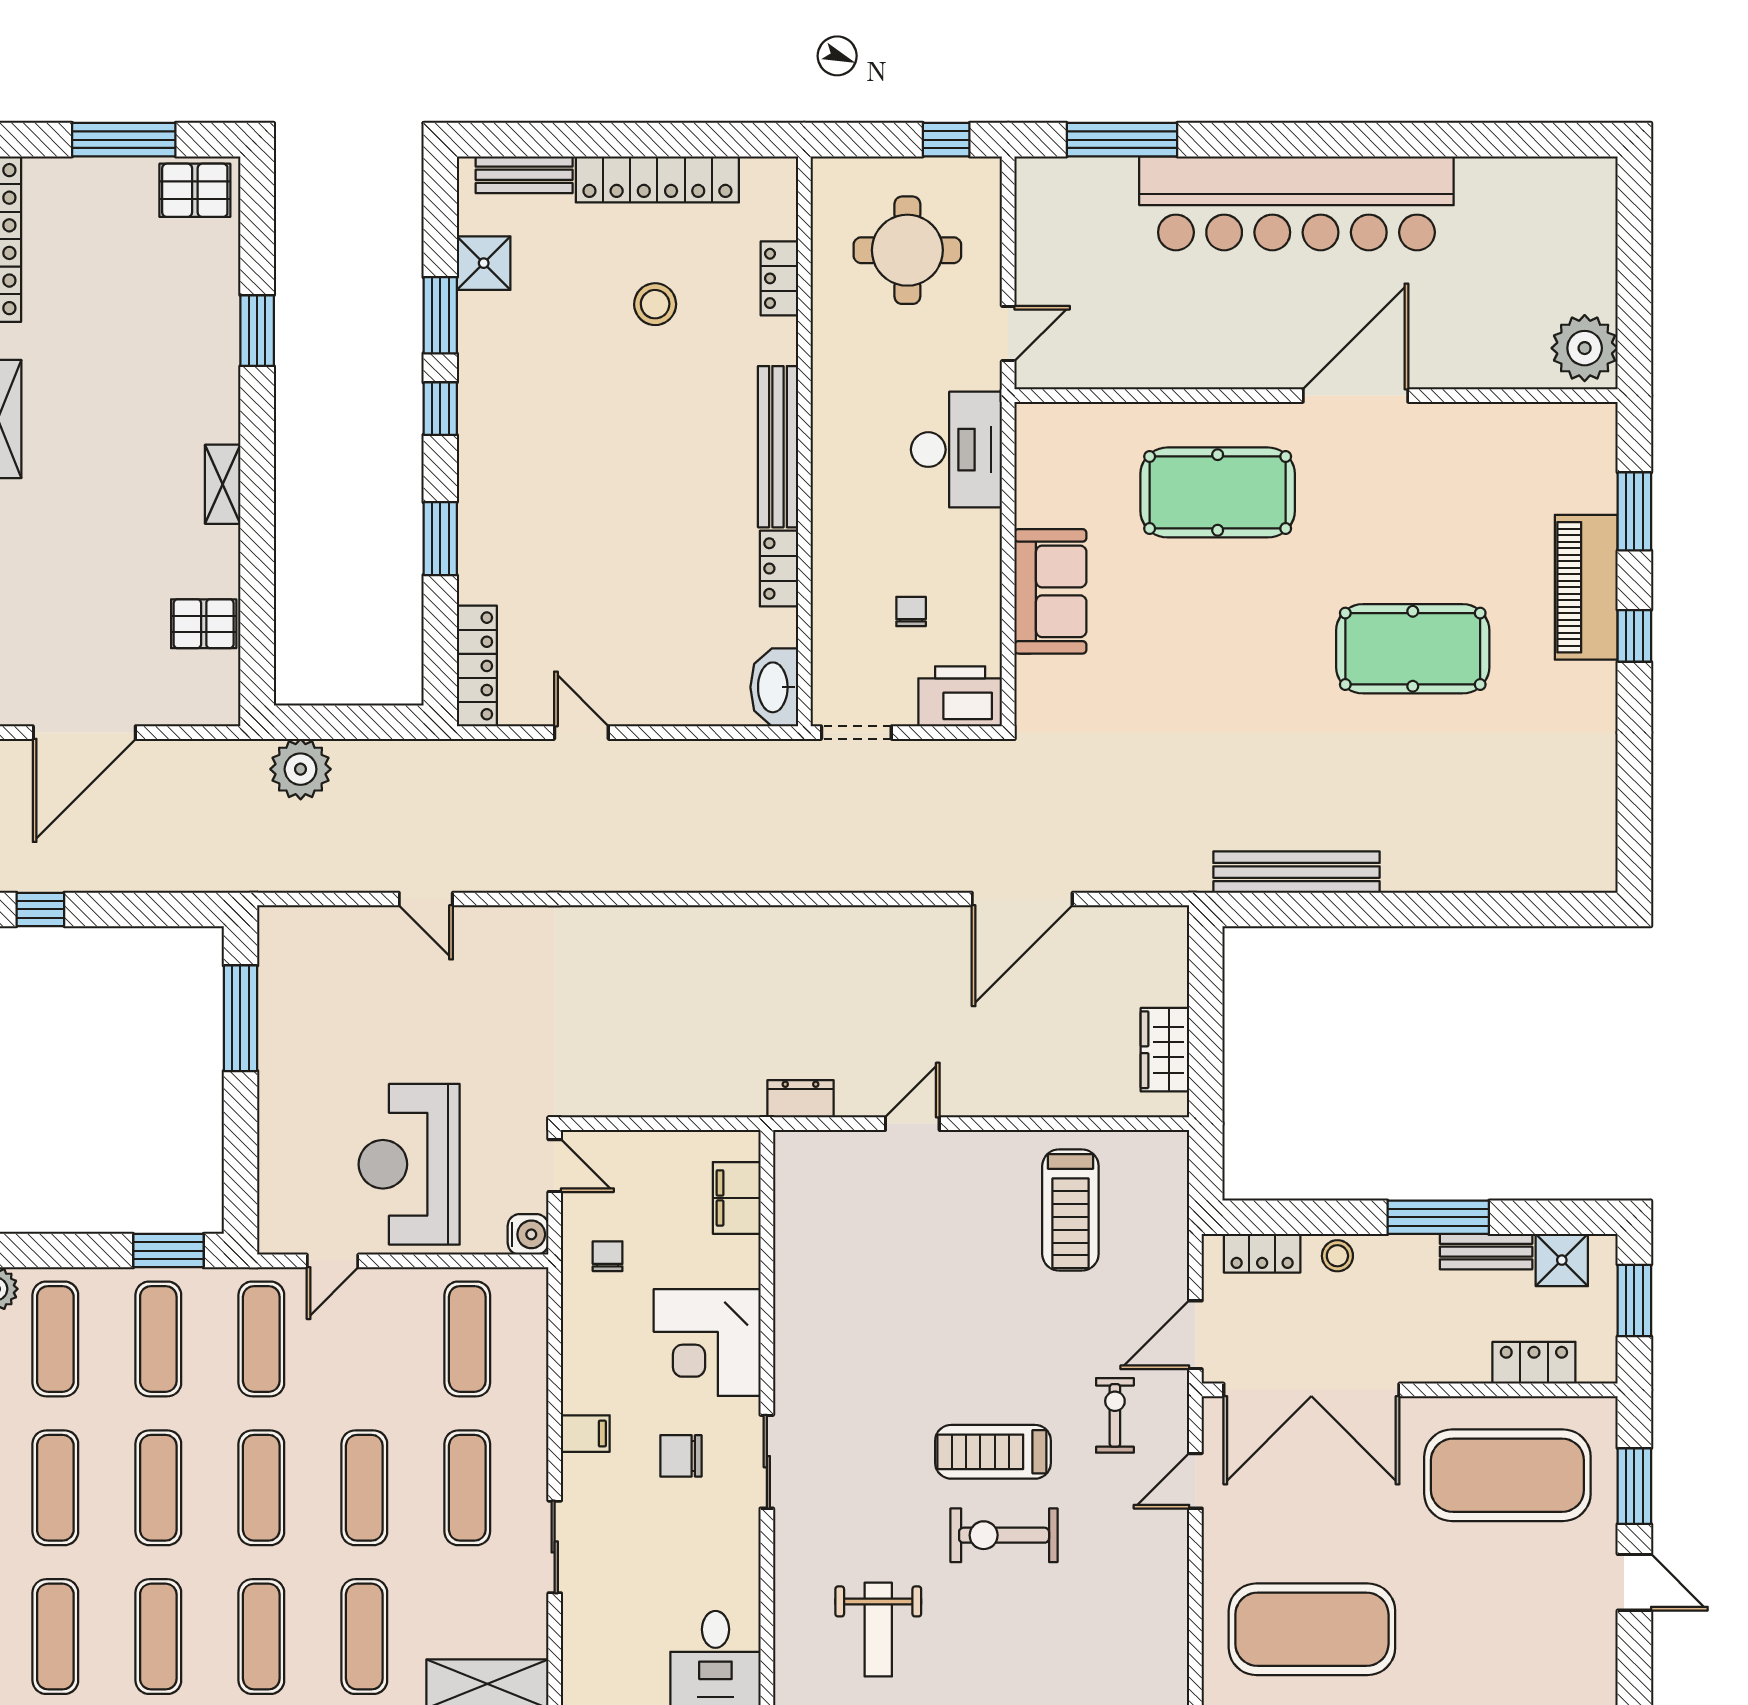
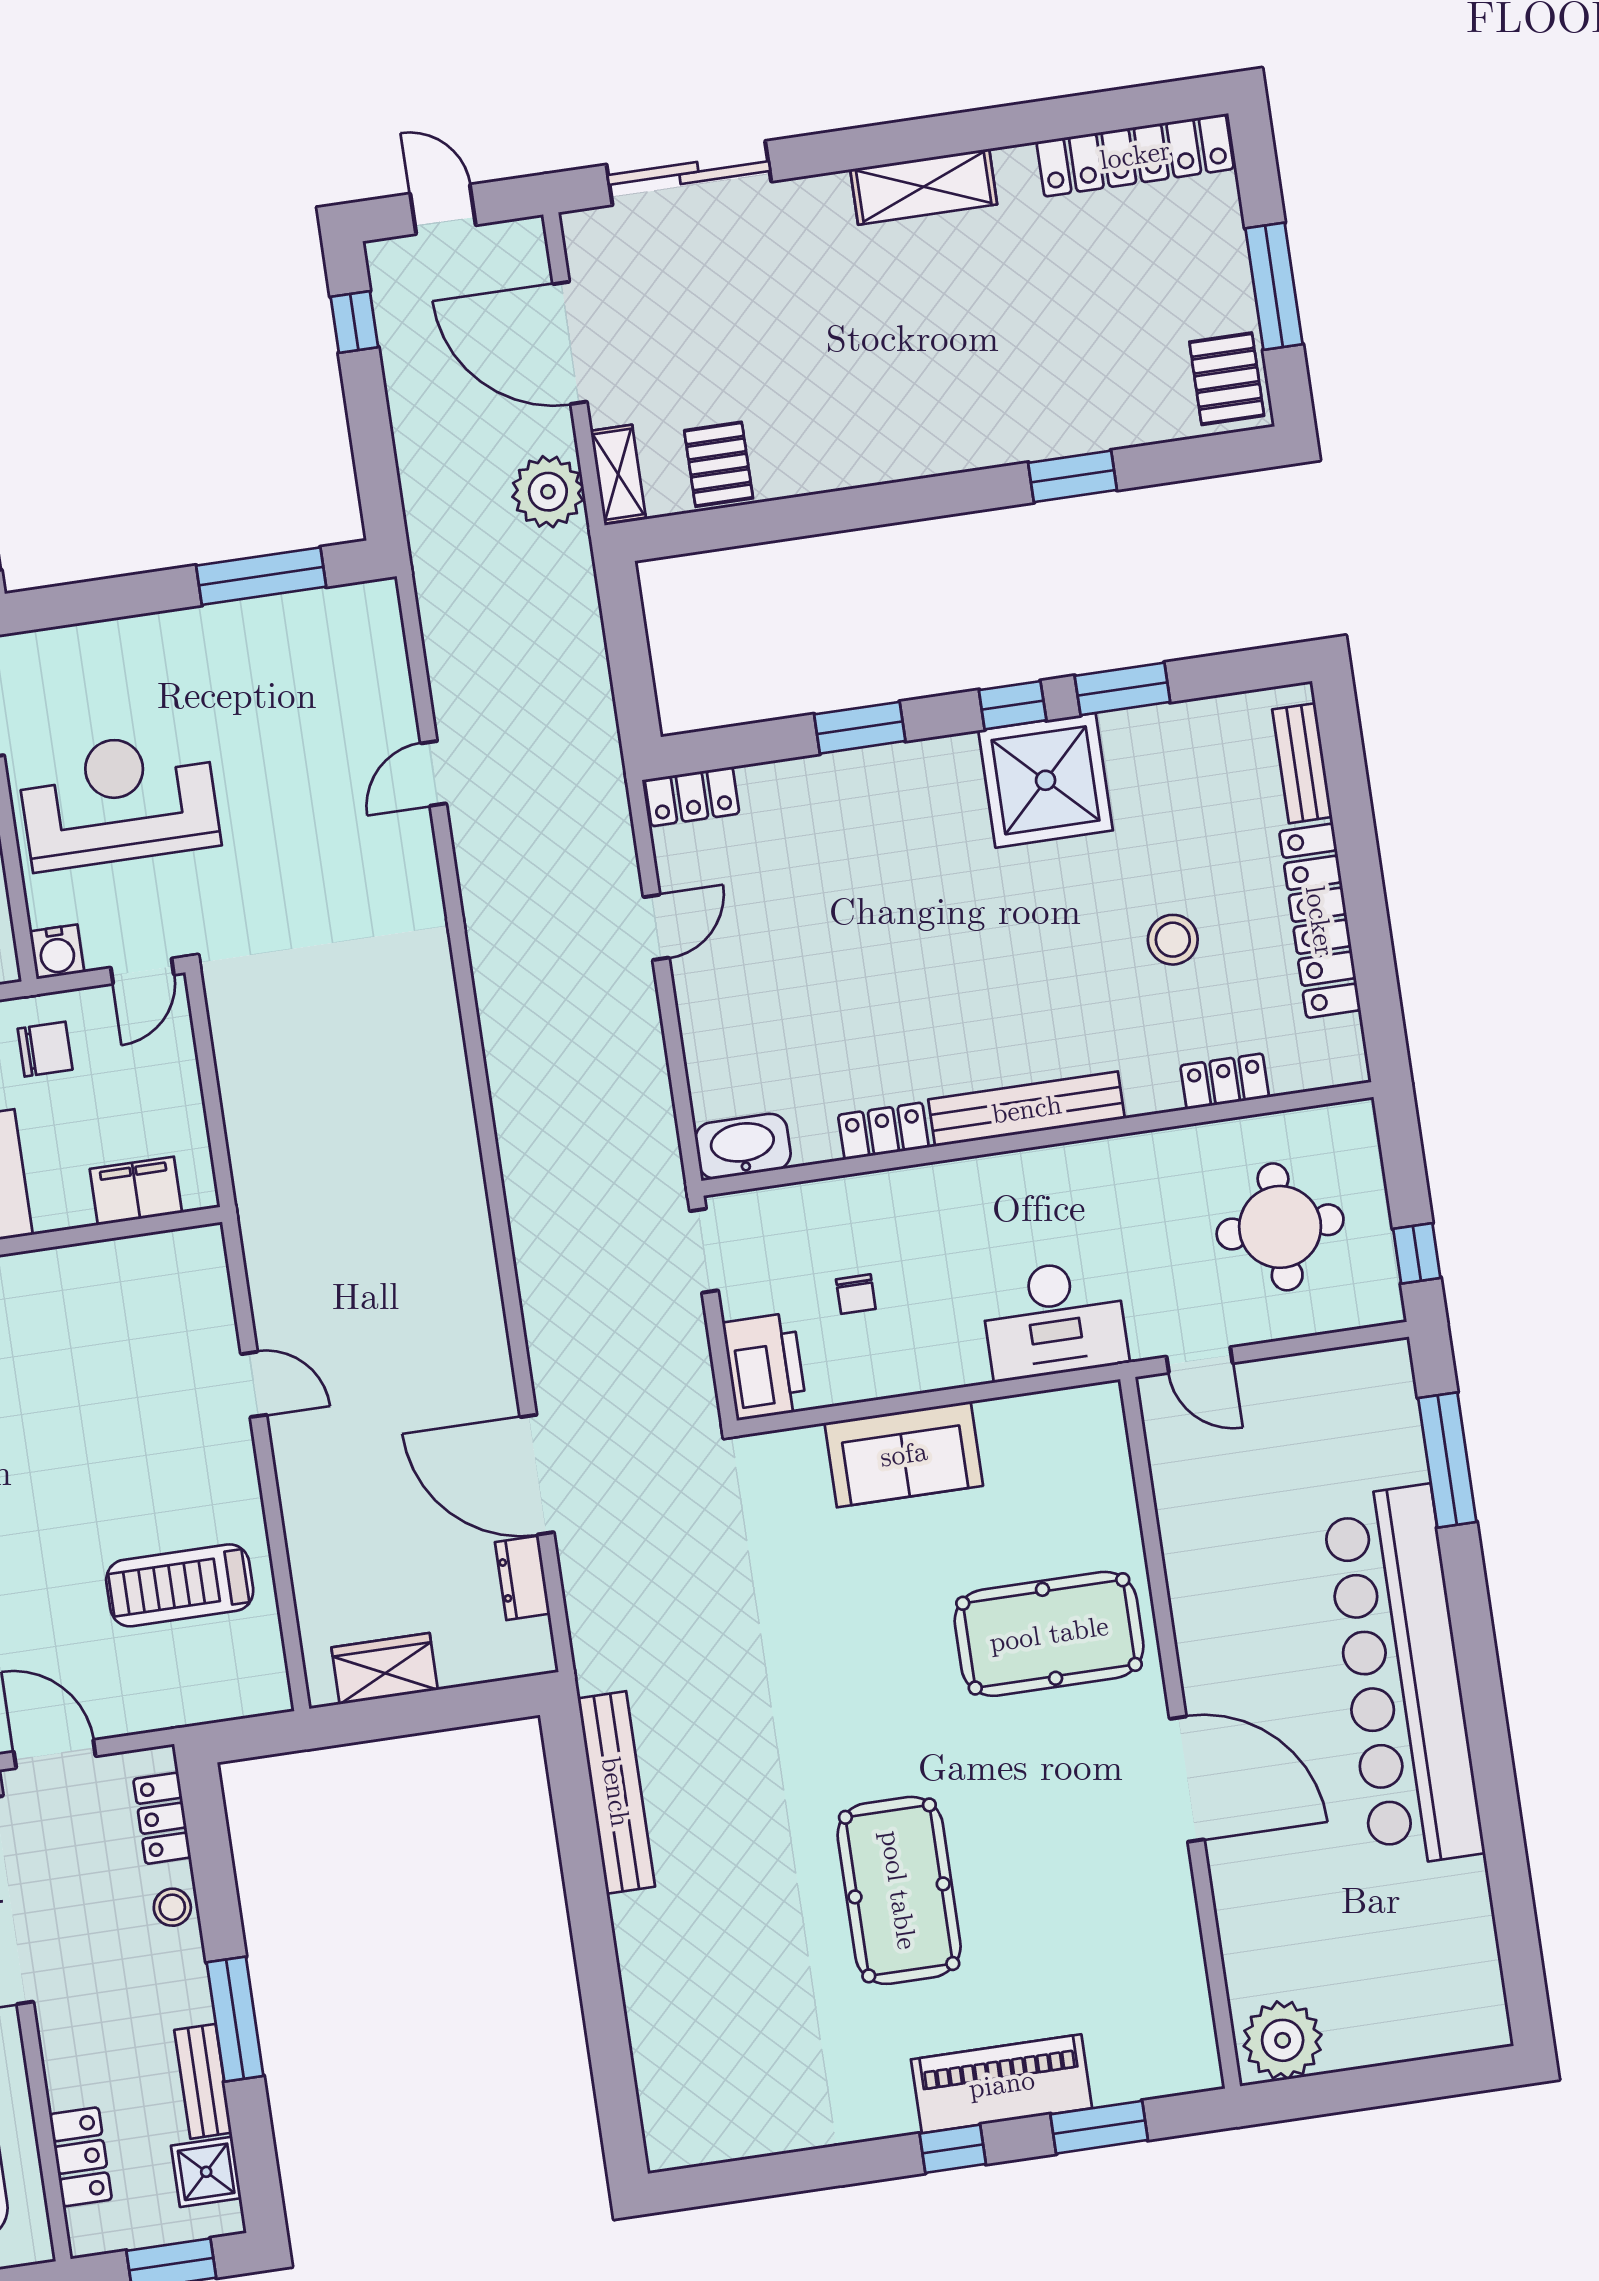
shower: (484, 263) -> (1046, 780), moved, width x1.86, depth x1.86
shelving: (223, 484) -> (618, 474), moved, turned 90
pool table: (1218, 492) -> (1049, 1634), turned 90
chair: (911, 611) -> (856, 1294), turned 90
locker: (477, 666) -> (692, 796), width x0.66
plant: (301, 769) -> (548, 492), moved
dresser: (801, 1099) -> (522, 1578), moved, turned 180
chair: (608, 1256) -> (45, 1049), width x1.37, depth x1.37

